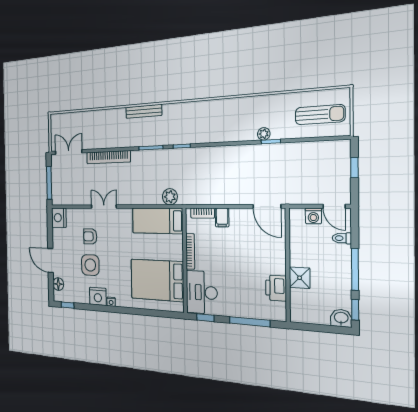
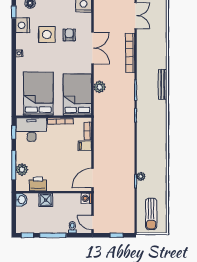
plant: (170, 197) -> (100, 87), moved
door: (334, 206) -> (92, 222), hinge flipped
double door: (104, 207) -> (92, 48), width x1.37
washing machine: (313, 216) -> (86, 198), moved
bed: (157, 221) -> (77, 95), width x1.50
nightstand: (98, 296) -> (23, 25), moved
plant: (256, 310) -> (22, 170), added
washbasin: (341, 318) -> (21, 200), moved

